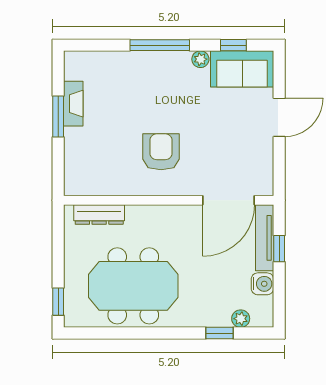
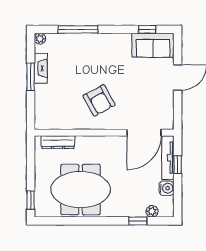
window: (160, 45) -> (78, 29), moved
plant: (200, 59) -> (40, 39), moved
armchair: (161, 152) -> (99, 100), turned 151

